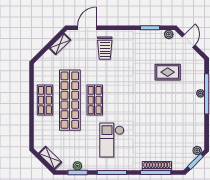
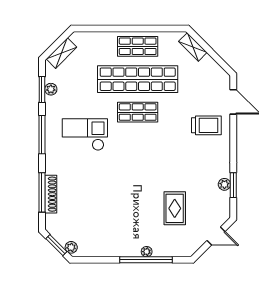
plant: (169, 34) -> (224, 184), moved
shelving: (60, 44) -> (193, 47), moved
trolley: (105, 48) -> (206, 125), turned 180

